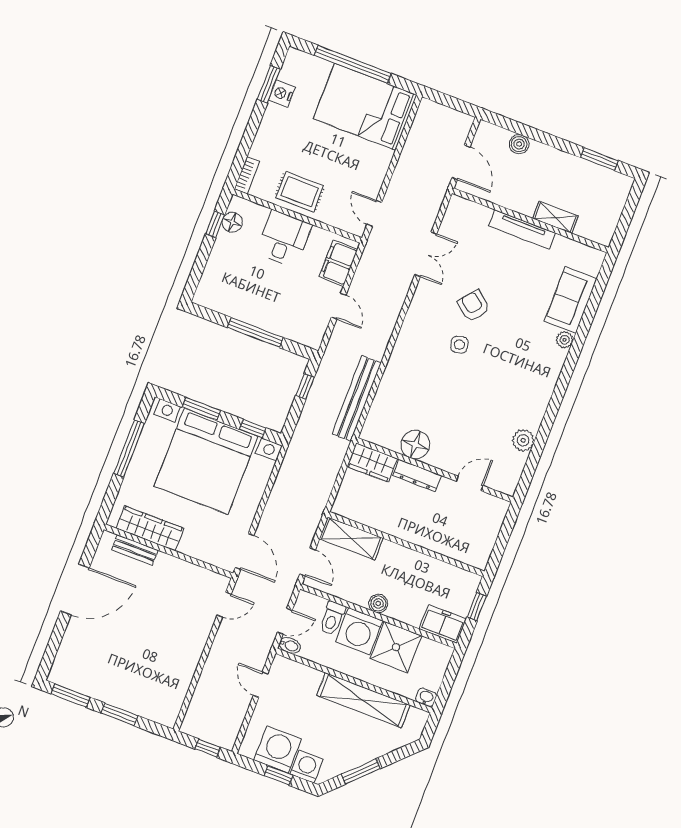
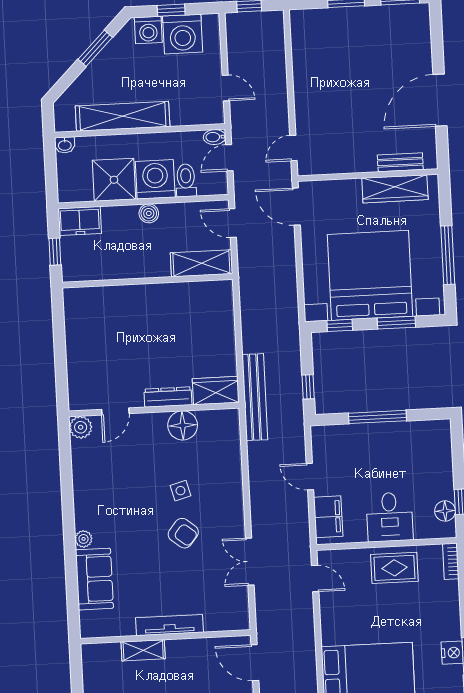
floor lamp: (415, 445) -> (183, 425), moved
wardrobe: (372, 463) -> (216, 391), moved
wall: (435, 470) -> (154, 410), moved
dresser: (417, 476) -> (168, 397), moved
door: (470, 483) -> (115, 411), moved

